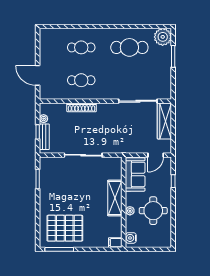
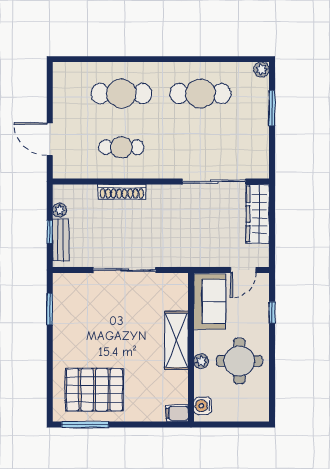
plant: (163, 37) -> (262, 70), width x0.53, depth x0.53
cafe table: (81, 47) -> (121, 94), width x1.37, depth x1.35

